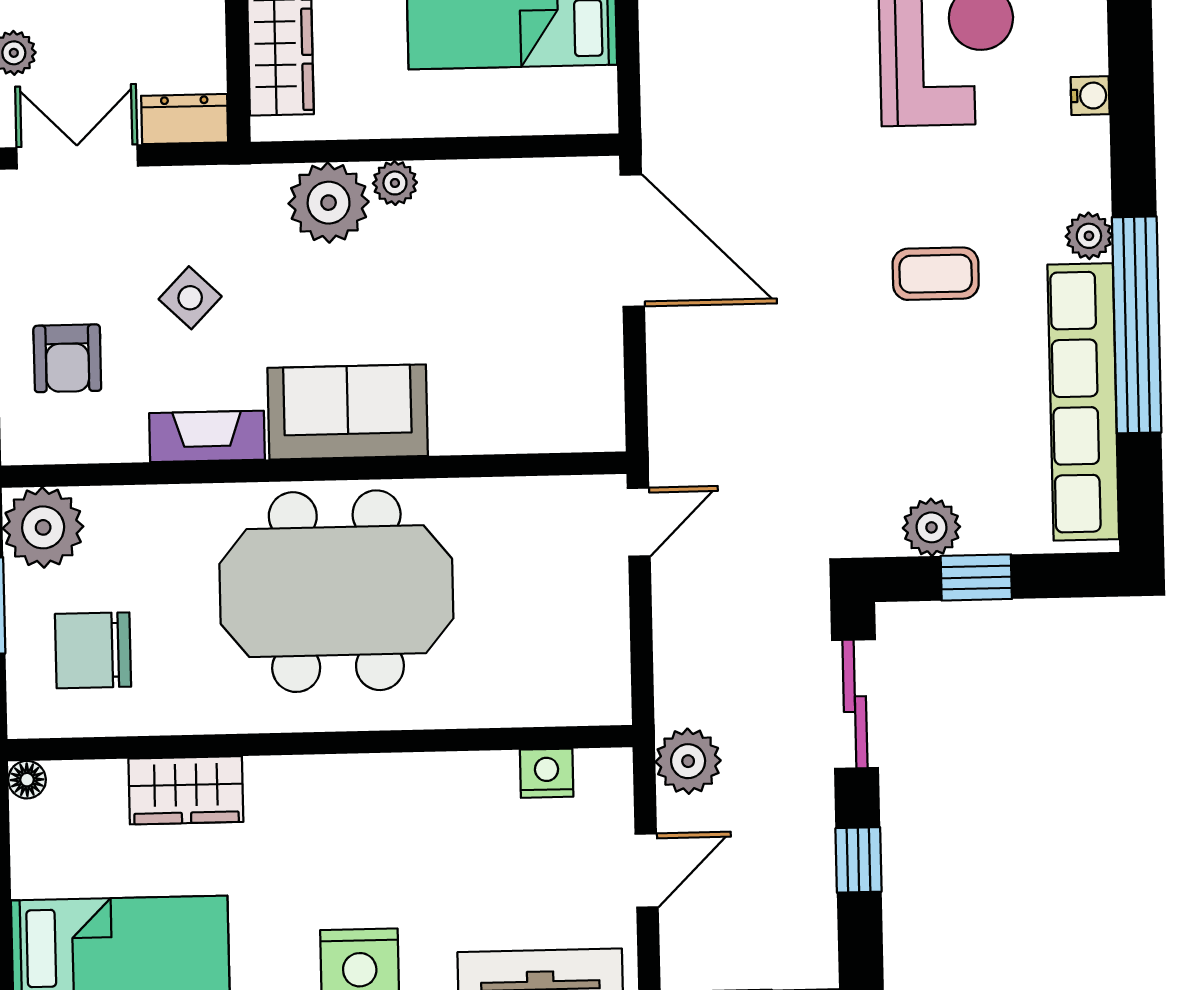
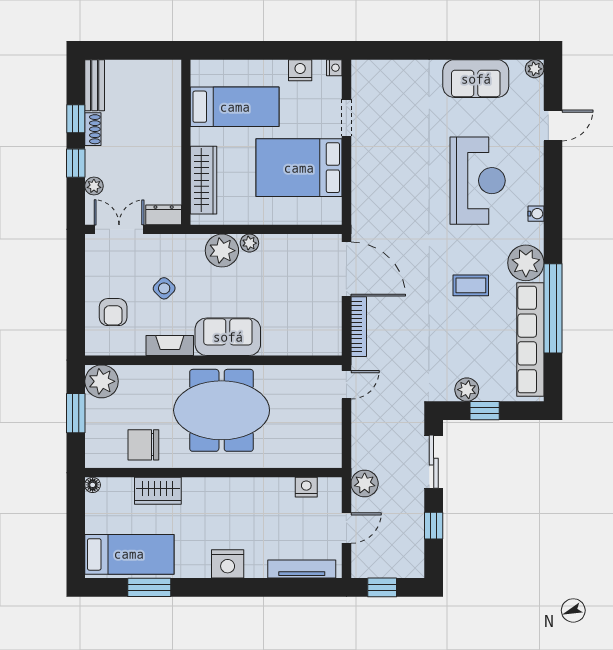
plant: (1089, 236) -> (526, 263), width x1.88, depth x1.88
bookcase: (665, 380) -> (359, 327), added
chair: (93, 650) -> (143, 445), moved

